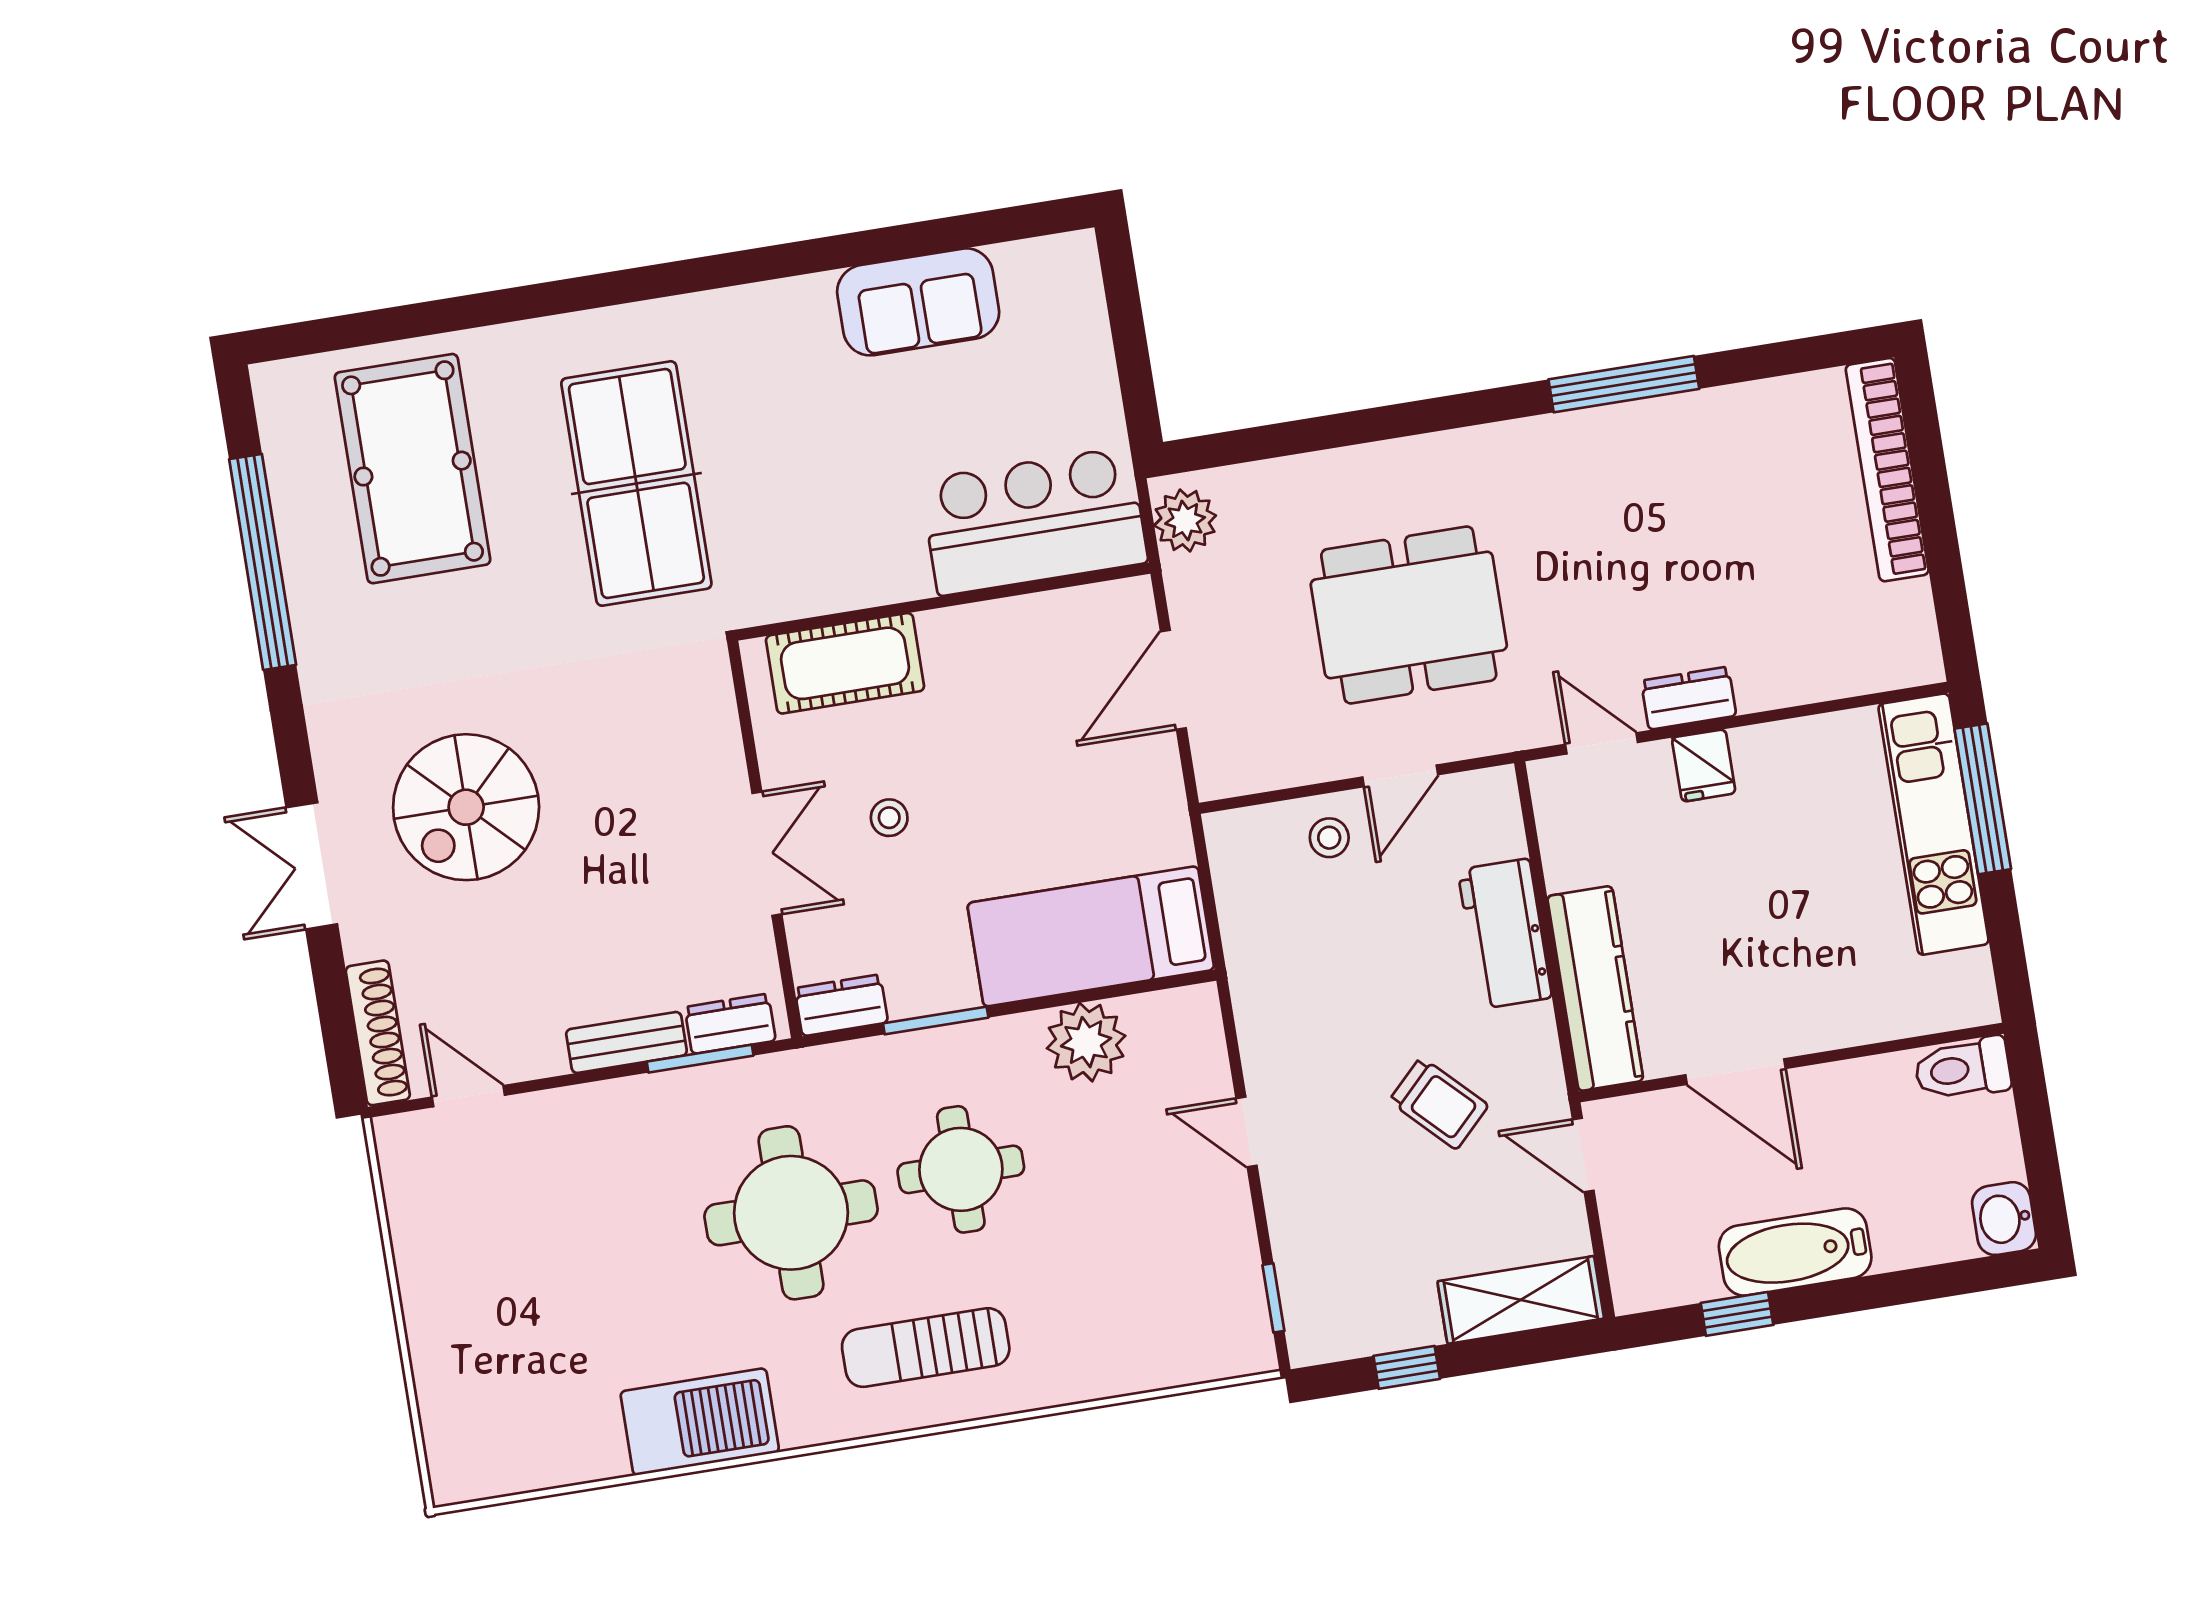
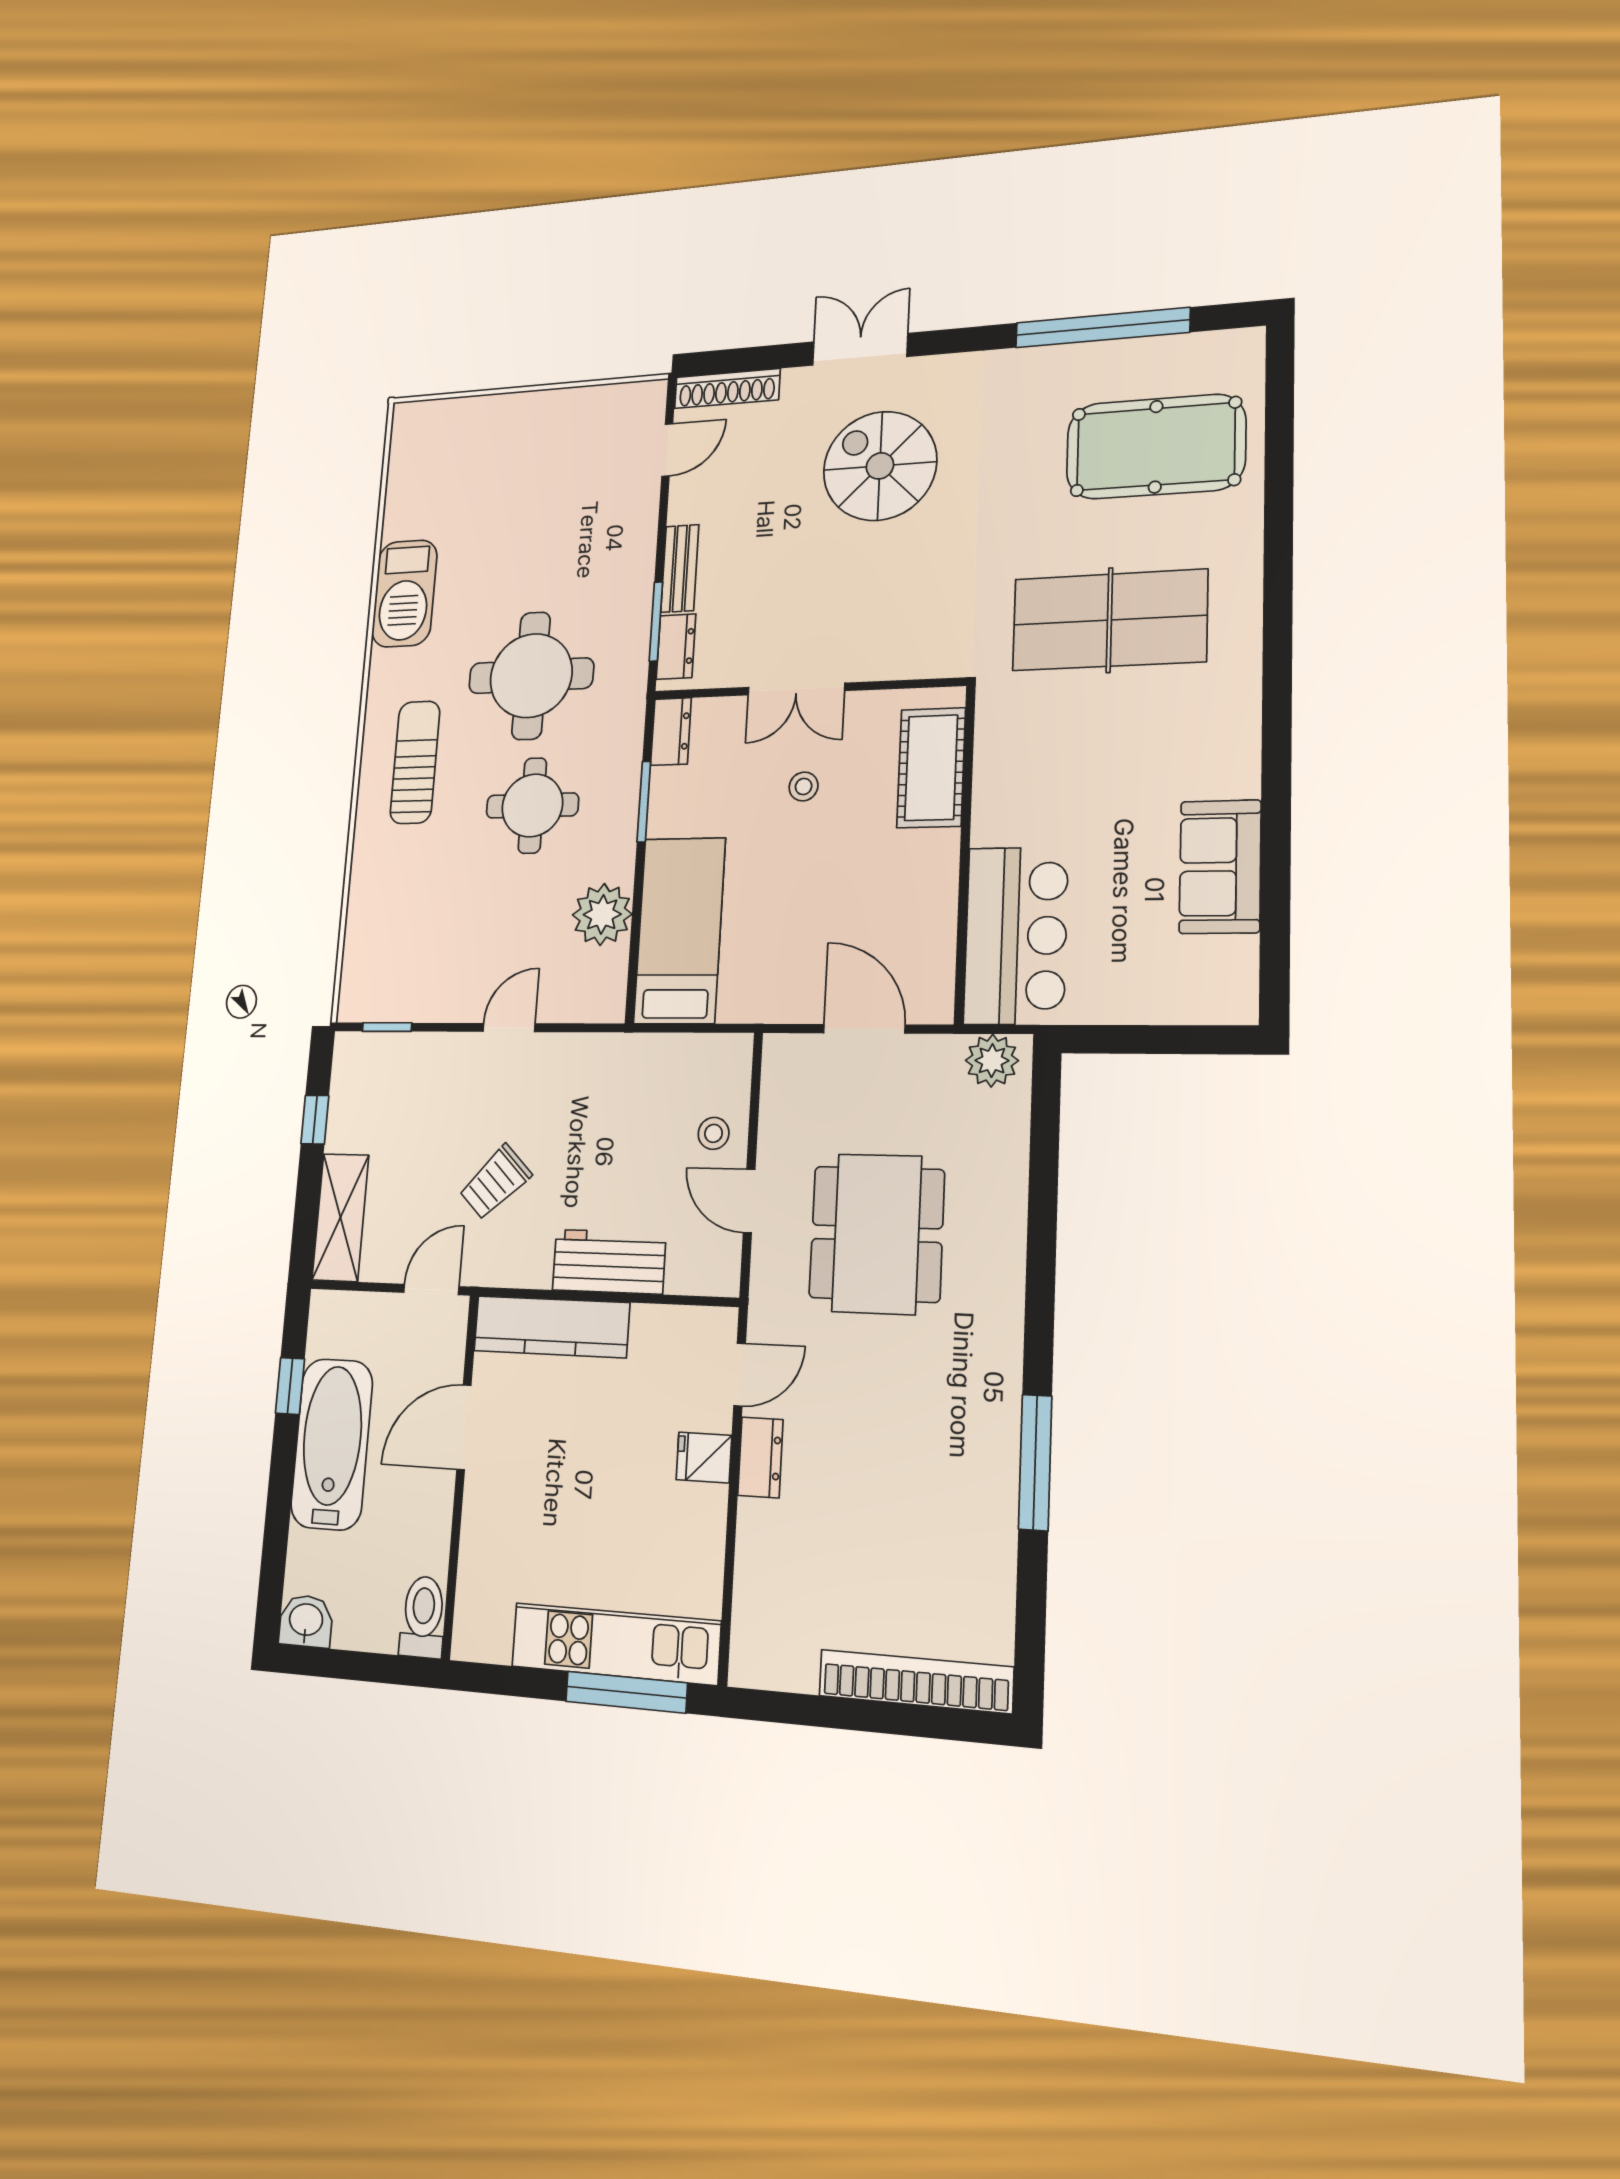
bathtub: (1795, 1252) -> (332, 1444), width x1.36, depth x1.36

